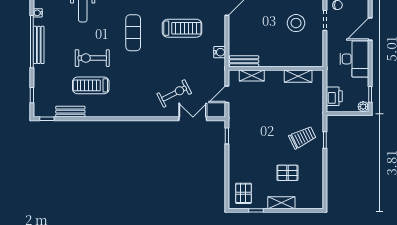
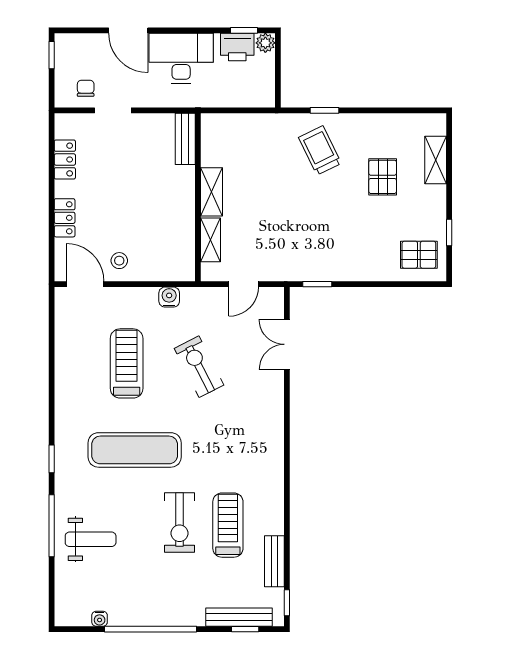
stool: (296, 23) -> (119, 261), moved, width x0.53, depth x0.53
exercise mat: (133, 33) -> (135, 450), width x1.36, depth x1.45
bench: (39, 45) -> (239, 617), moved
bench: (244, 61) -> (185, 139), moved
shelving: (298, 76) -> (211, 192), moved
treadmill: (91, 85) -> (228, 525), turned 180
exercise bike: (174, 93) -> (199, 367), moved
door: (227, 94) -> (244, 284), hinge flipped
printer: (334, 96) -> (237, 47), moved, turned 180
shelving: (281, 203) -> (436, 160), moved

